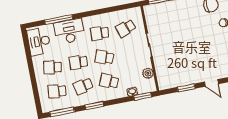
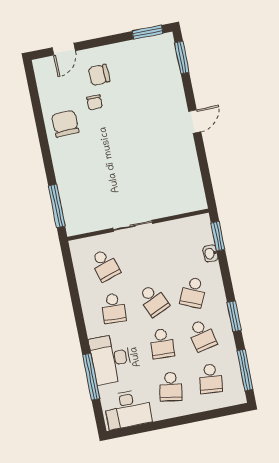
school desk: (104, 57) -> (153, 300), turned -45
plant: (148, 73) -> (180, 228), removed
window: (186, 88) -> (203, 164), removed

